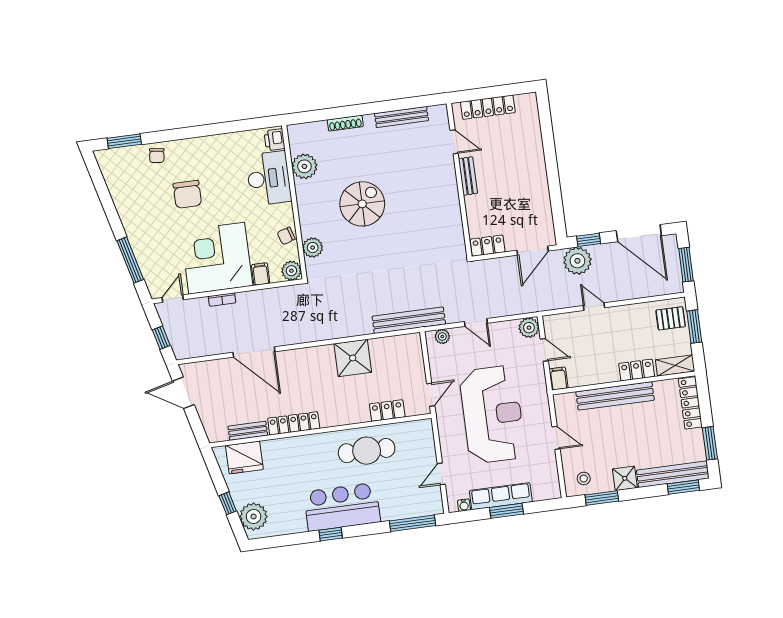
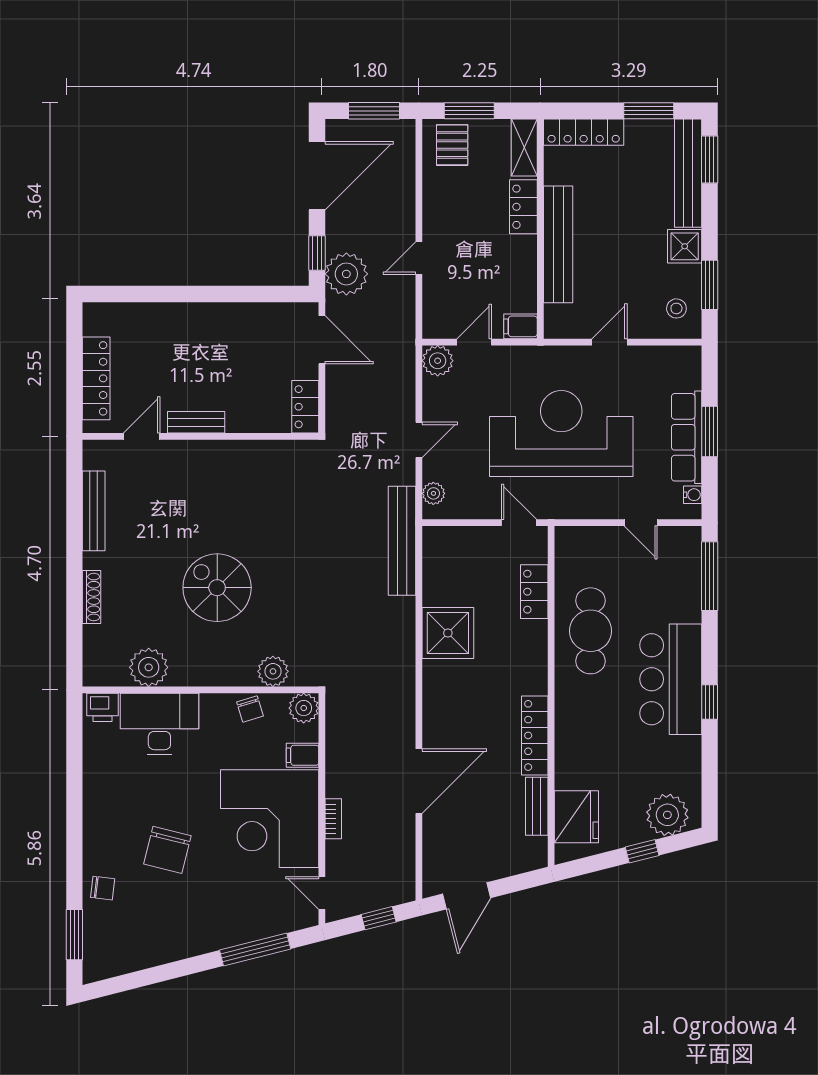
chair: (187, 194) -> (167, 850), turned 104

